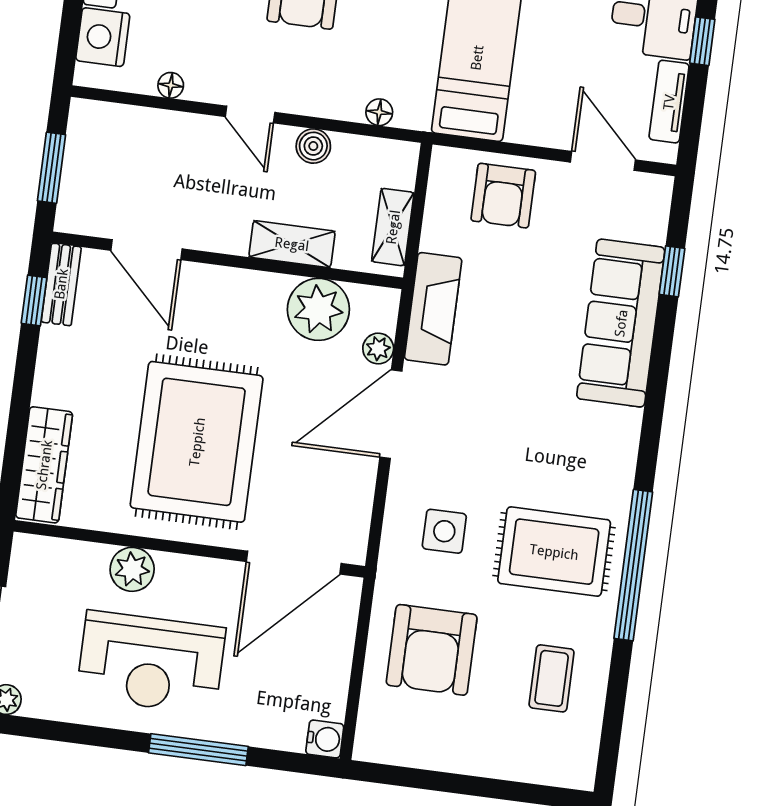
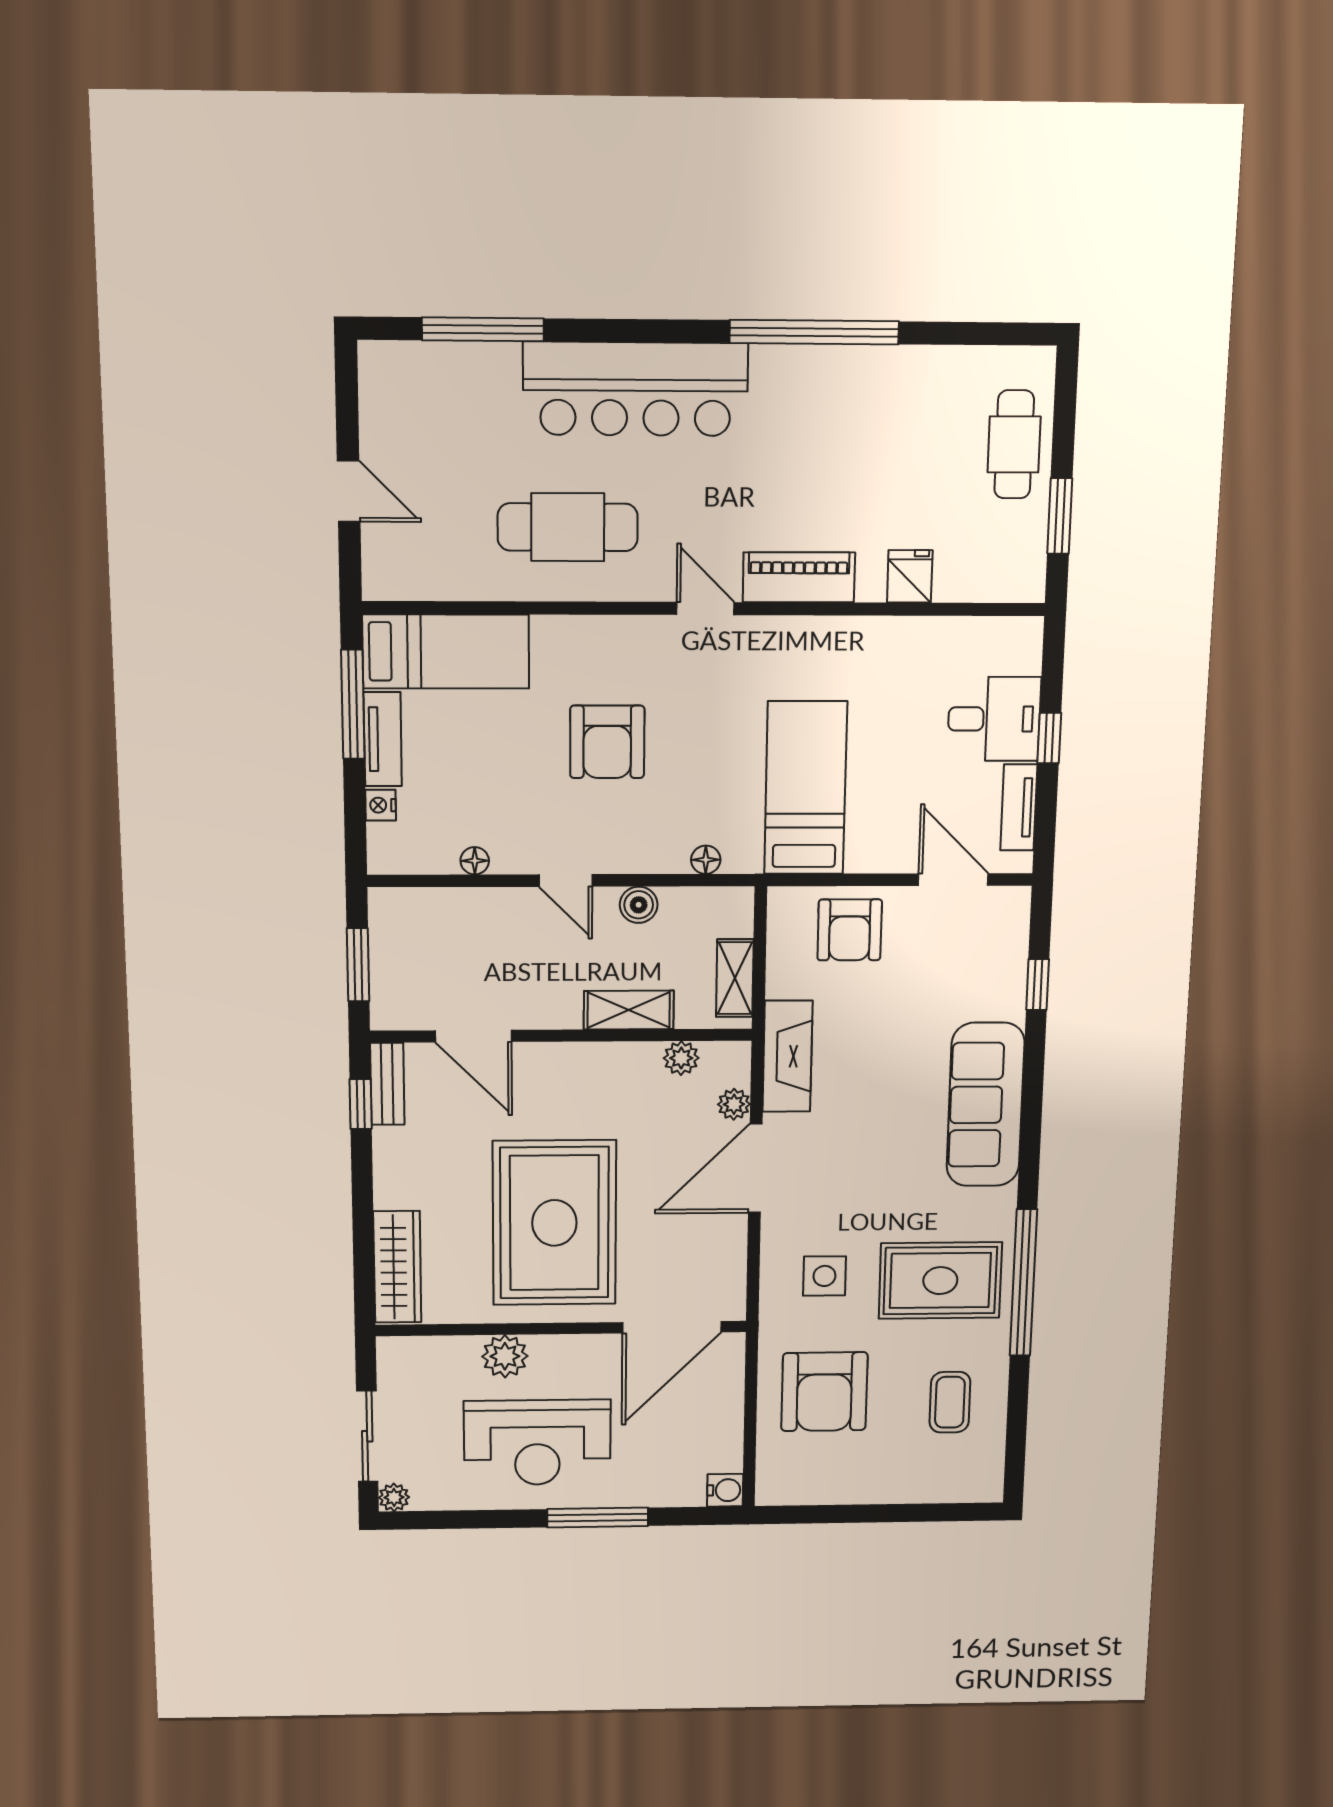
nightstand: (103, 37) -> (381, 805), width x0.53, depth x0.56
plant: (318, 309) -> (681, 1058), width x0.53, depth x0.53
sofa: (621, 323) -> (985, 1105), moved

